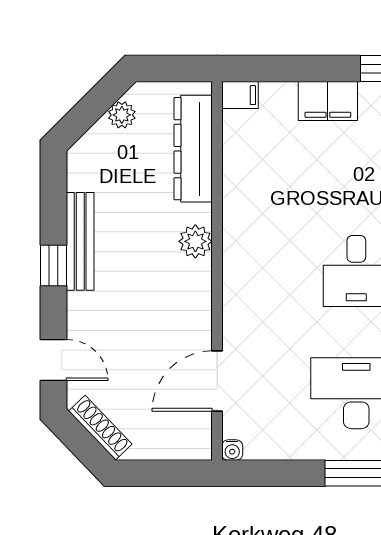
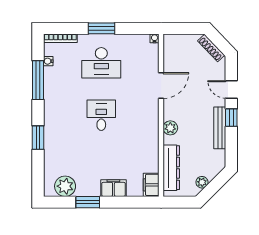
filing cabinet: (240, 95) -> (151, 185), width x2.00
door: (54, 360) -> (231, 89), moved
door: (217, 381) -> (161, 86), moved

